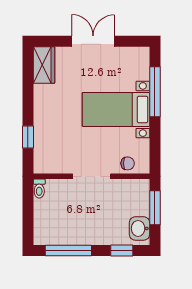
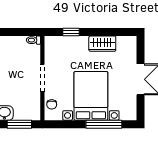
wardrobe: (44, 65) -> (102, 44), moved
bed with nightstands: (116, 110) -> (91, 96), width x1.36

